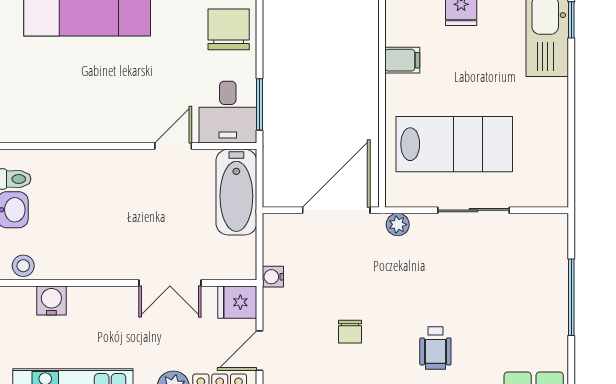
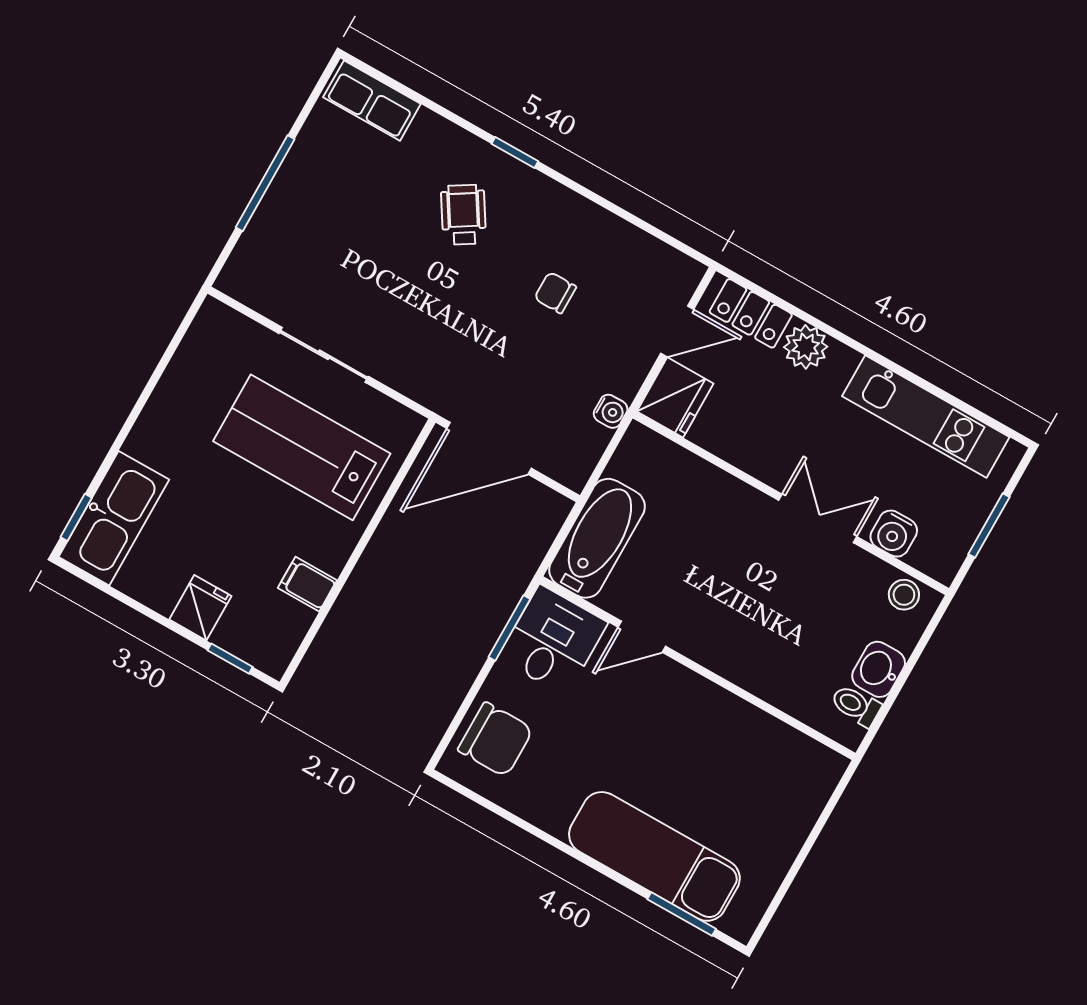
chair: (229, 29) -> (495, 740), turned -90
plant: (398, 224) -> (425, 389), removed
double door: (170, 283) -> (818, 518), moved
fridge: (237, 302) -> (675, 397), width x1.38
chair: (350, 332) -> (555, 293), turned -90
wheelchair: (435, 348) -> (463, 215), turned -32

